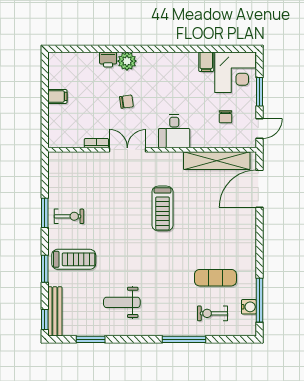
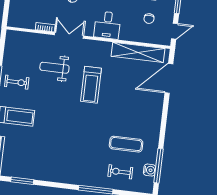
weight bench: (122, 302) -> (54, 68), moved

